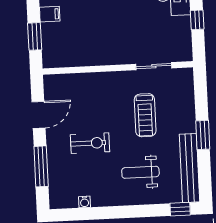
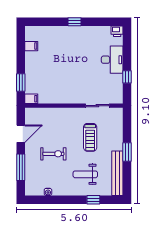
filing cabinet: (50, 14) -> (31, 99), moved
window: (180, 209) -> (93, 200), moved

